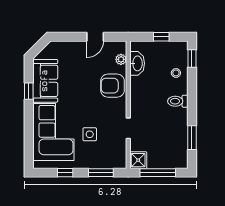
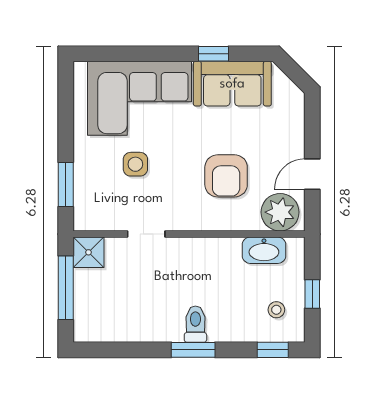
door: (95, 37) -> (312, 174), hinge flipped
plant: (121, 59) -> (280, 212), width x1.88, depth x1.88
stool: (176, 73) -> (276, 310), moved
armchair: (112, 86) -> (226, 176), moved, turned 180
window: (192, 138) -> (193, 350), moved
window: (65, 173) -> (66, 120), removed

